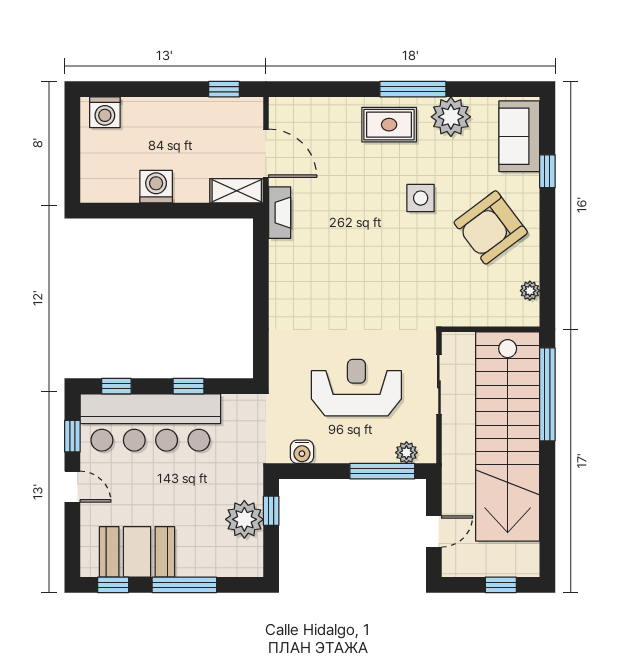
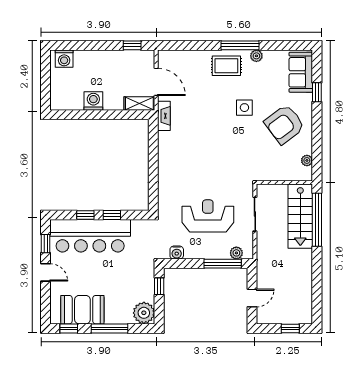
plant: (451, 117) -> (256, 56), width x0.53, depth x0.53
window: (116, 386) -> (85, 215), moved
stairs: (508, 436) -> (300, 216), width x0.54, depth x0.66
plant: (244, 519) -> (144, 313), moved

